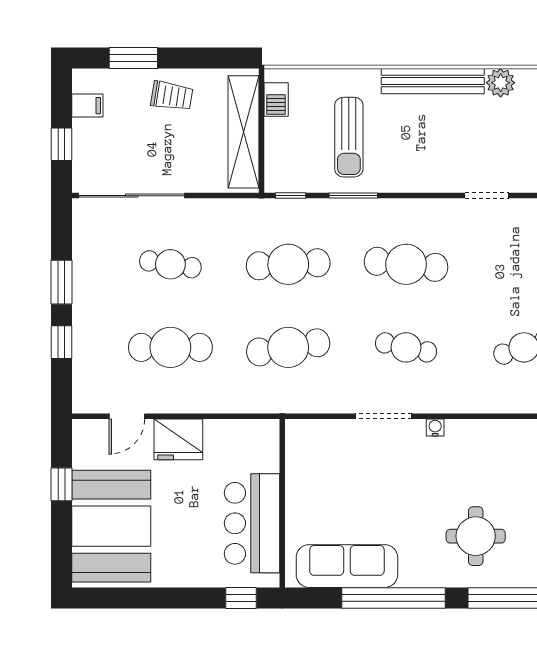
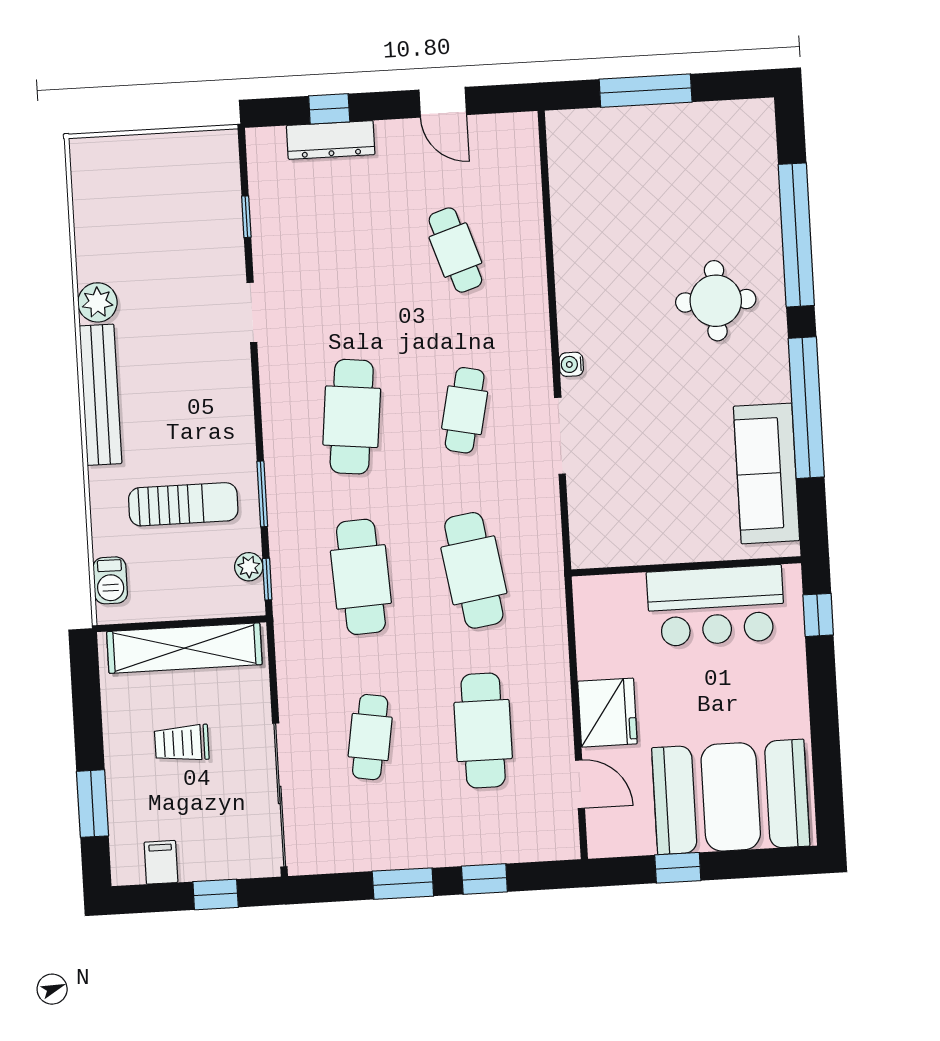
trolley: (172, 96) -> (182, 743), moved, turned -99
barbecue: (276, 99) -> (110, 580), moved, turned 90
plant: (300, 182) -> (249, 567), added

